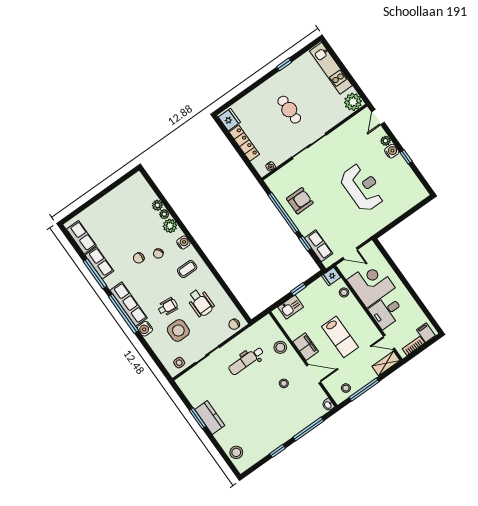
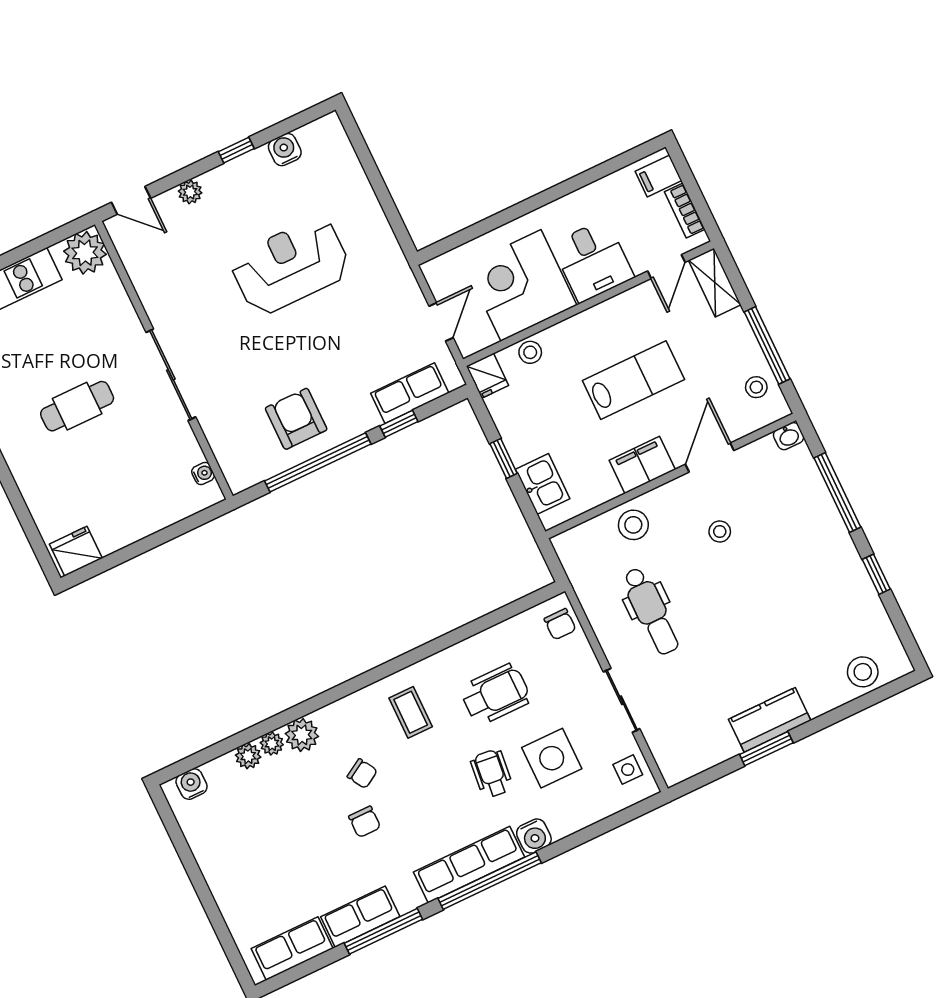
locker: (244, 143) -> (137, 526), removed
water cooler: (392, 151) -> (285, 150), moved
water cooler: (183, 242) -> (192, 784), moved

